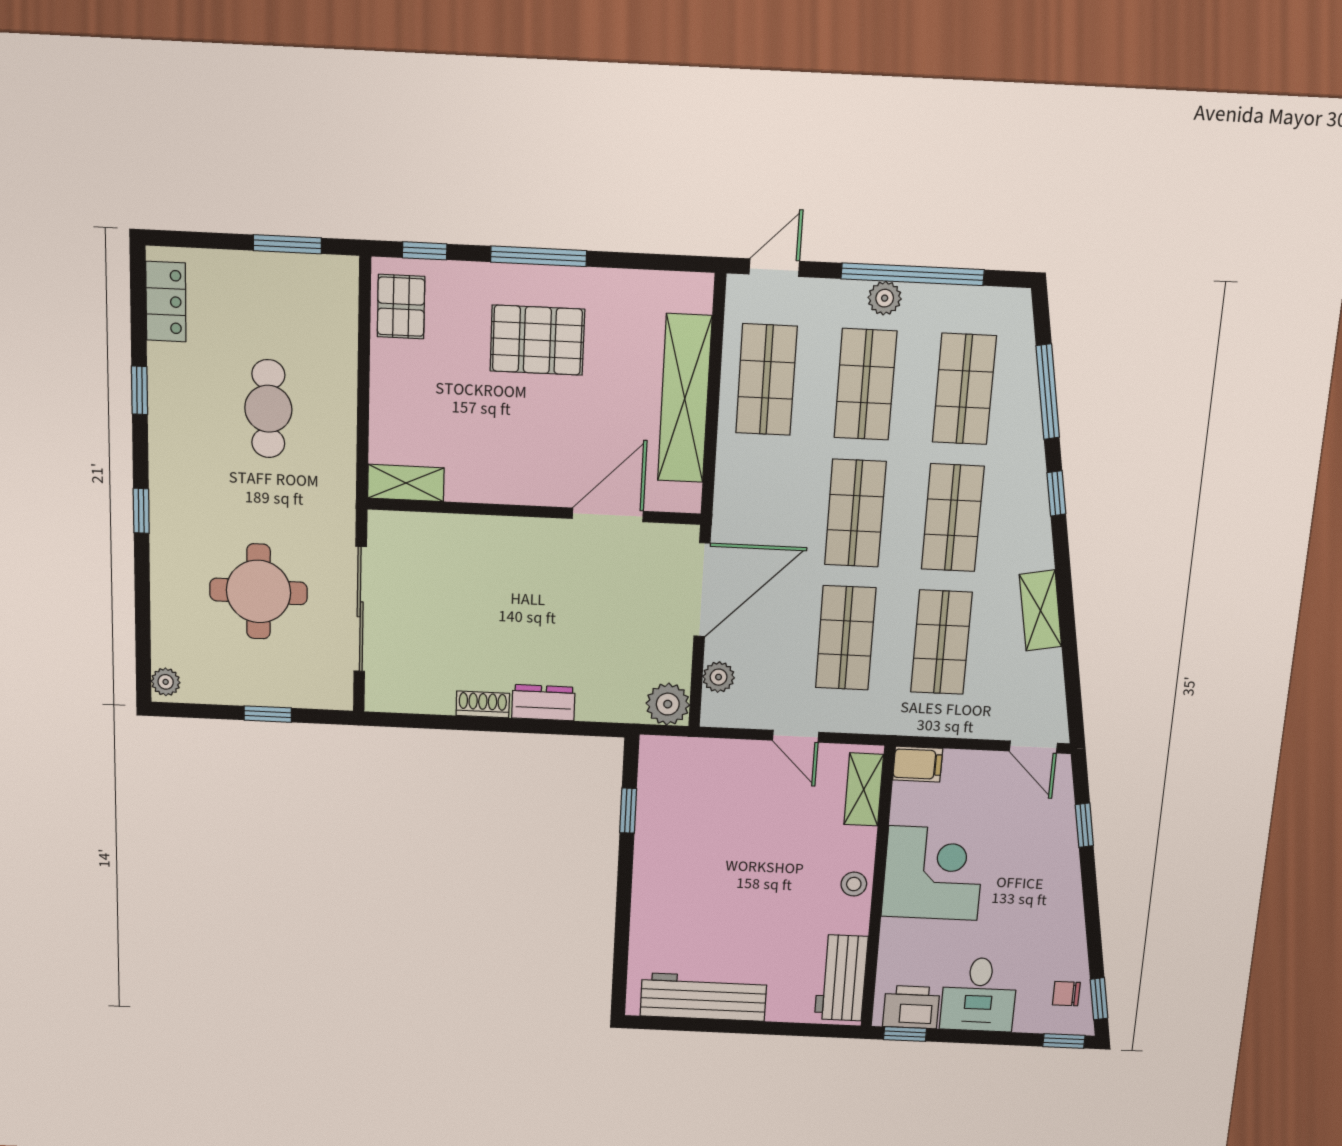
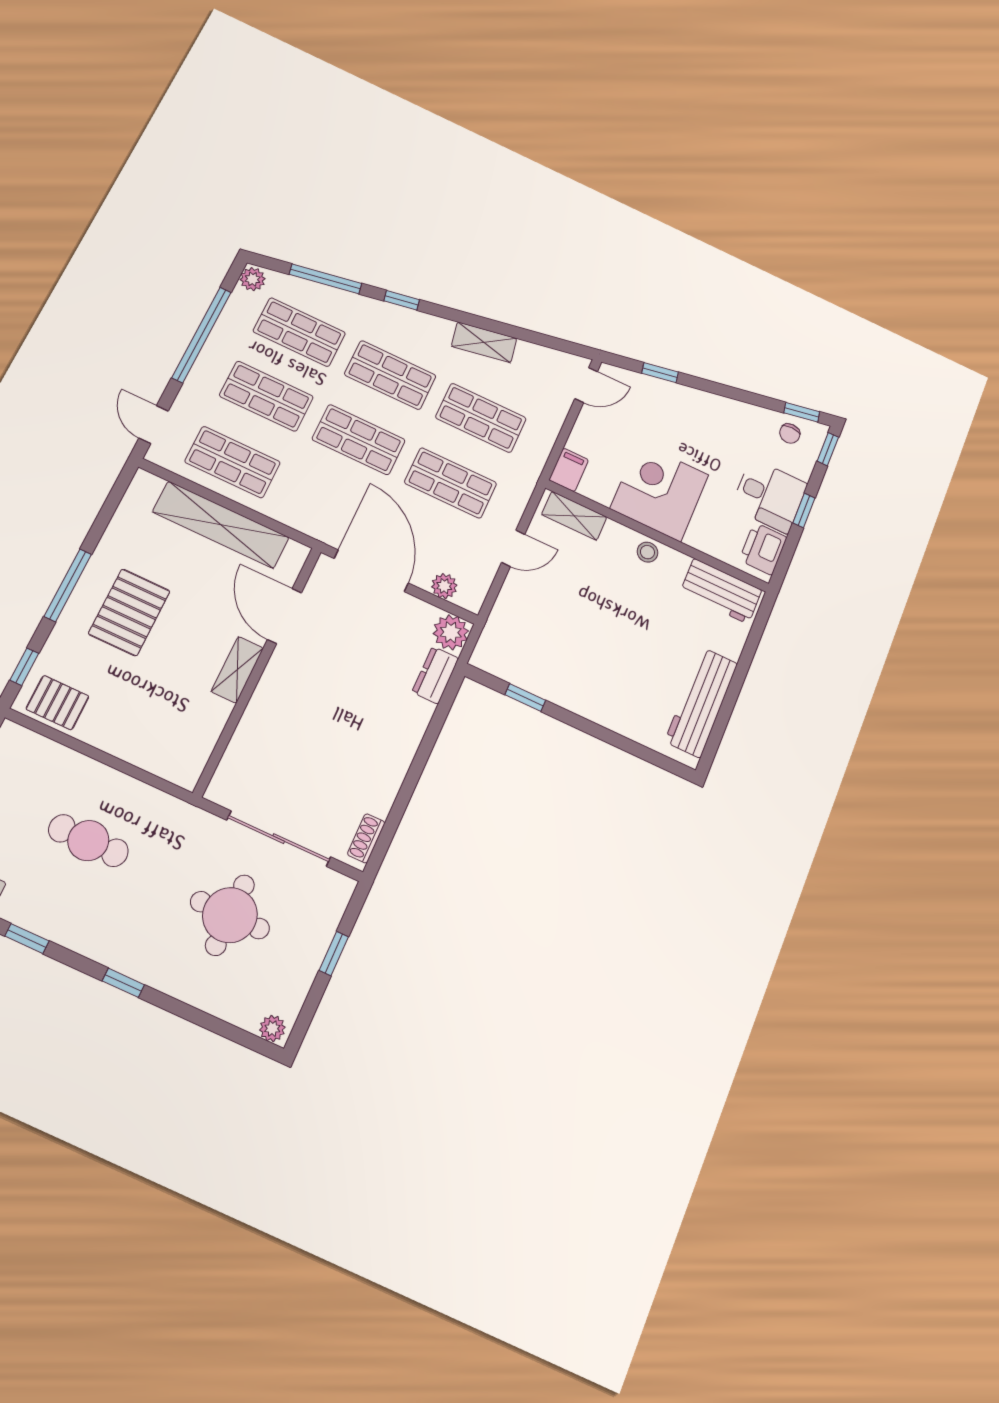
plant: (885, 298) -> (253, 279), moved
shelving: (406, 483) -> (237, 670), moved
dresser: (543, 703) -> (435, 675), moved
shoe rack: (483, 704) -> (366, 838), moved
window: (905, 1034) -> (804, 510), moved

